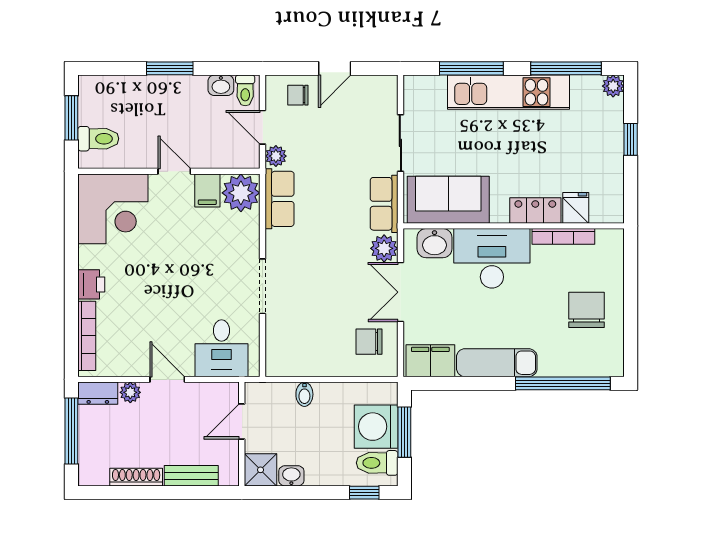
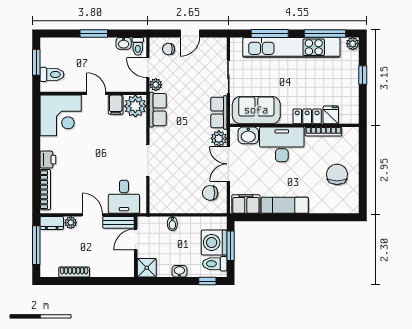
kitchen unit: (508, 92) -> (291, 47), width x1.36
window: (563, 383) -> (323, 217), removed
bench: (191, 476) -> (119, 222), moved
washbasin: (291, 476) -> (179, 271), moved

